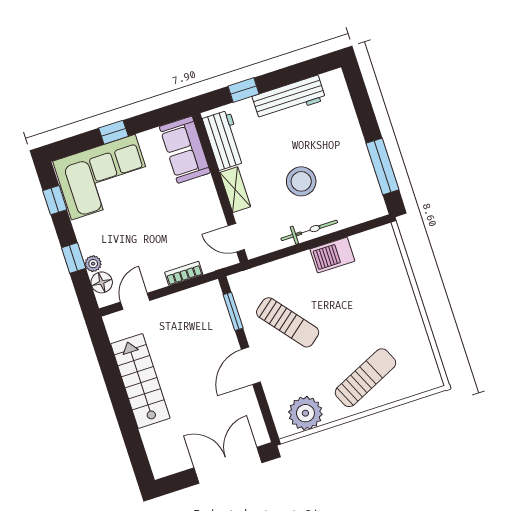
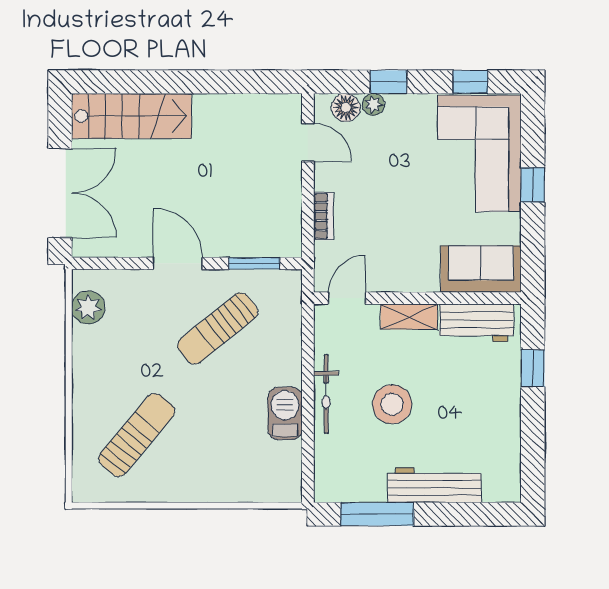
workbench: (289, 98) -> (434, 485), moved, turned 90
sun lounger: (365, 378) -> (137, 435), moved, turned -115
stairs: (140, 381) -> (131, 116), moved
plant: (305, 413) -> (88, 307), width x0.73, depth x0.73

